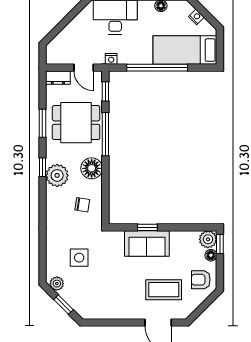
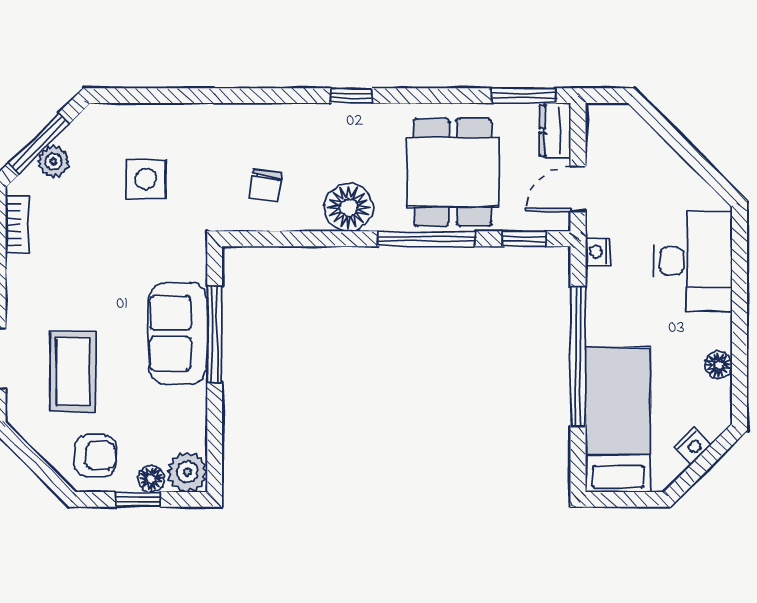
window: (42, 123) -> (524, 96), moved
plant: (57, 175) -> (333, 129), removed
window: (147, 227) -> (215, 334), width x2.17
window: (220, 244) -> (138, 499), moved
armchair: (201, 280) -> (95, 456), turned 90
plant: (57, 284) -> (53, 161), moved
window: (63, 305) -> (39, 143), width x1.50
bookcase: (99, 314) -> (17, 224), added

